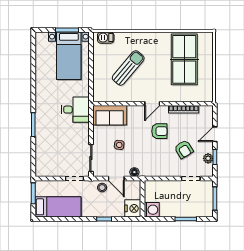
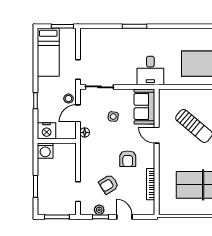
door: (152, 104) -> (157, 135), moved

